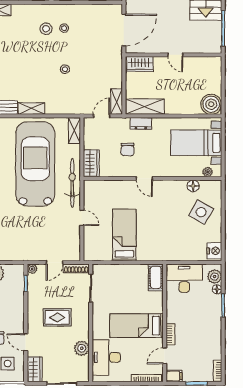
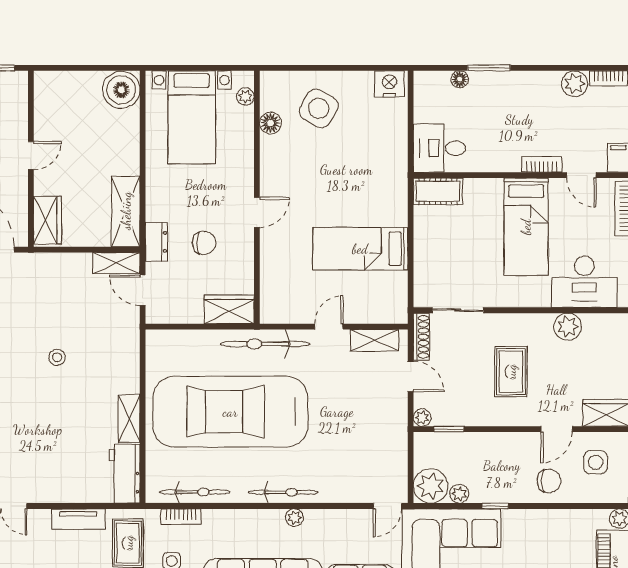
dresser: (141, 123) -> (156, 242), moved
shelving: (74, 131) -> (374, 340), moved
plant: (215, 277) -> (575, 84), moved
desk: (184, 278) -> (439, 148), width x0.73

